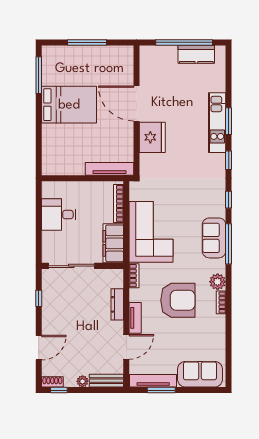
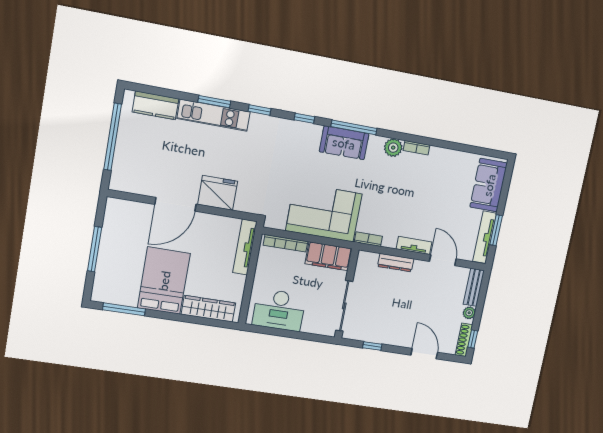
kitchen counter: (196, 54) -> (156, 105), moved, turned 90
wardrobe: (50, 147) -> (208, 309), added
desk: (59, 215) -> (279, 310), width x1.37
armchair: (178, 300) -> (405, 195), removed
shoe rack: (52, 382) -> (464, 340), width x1.43

